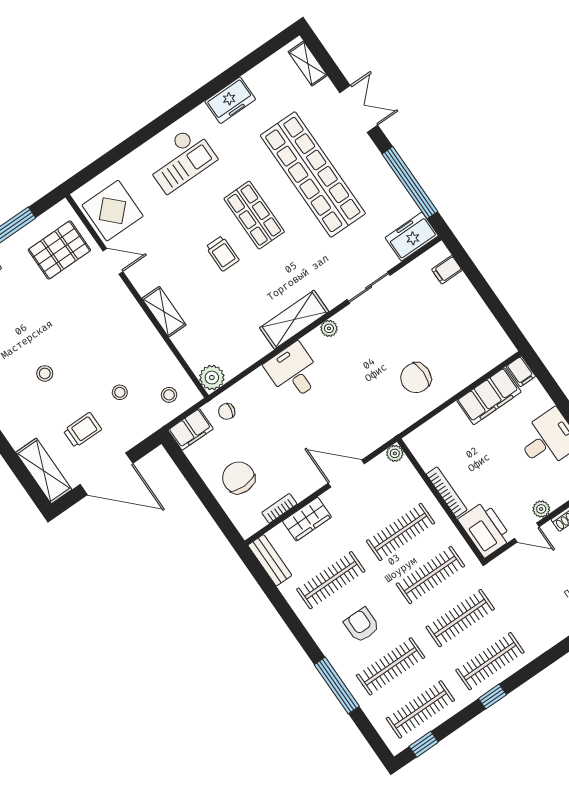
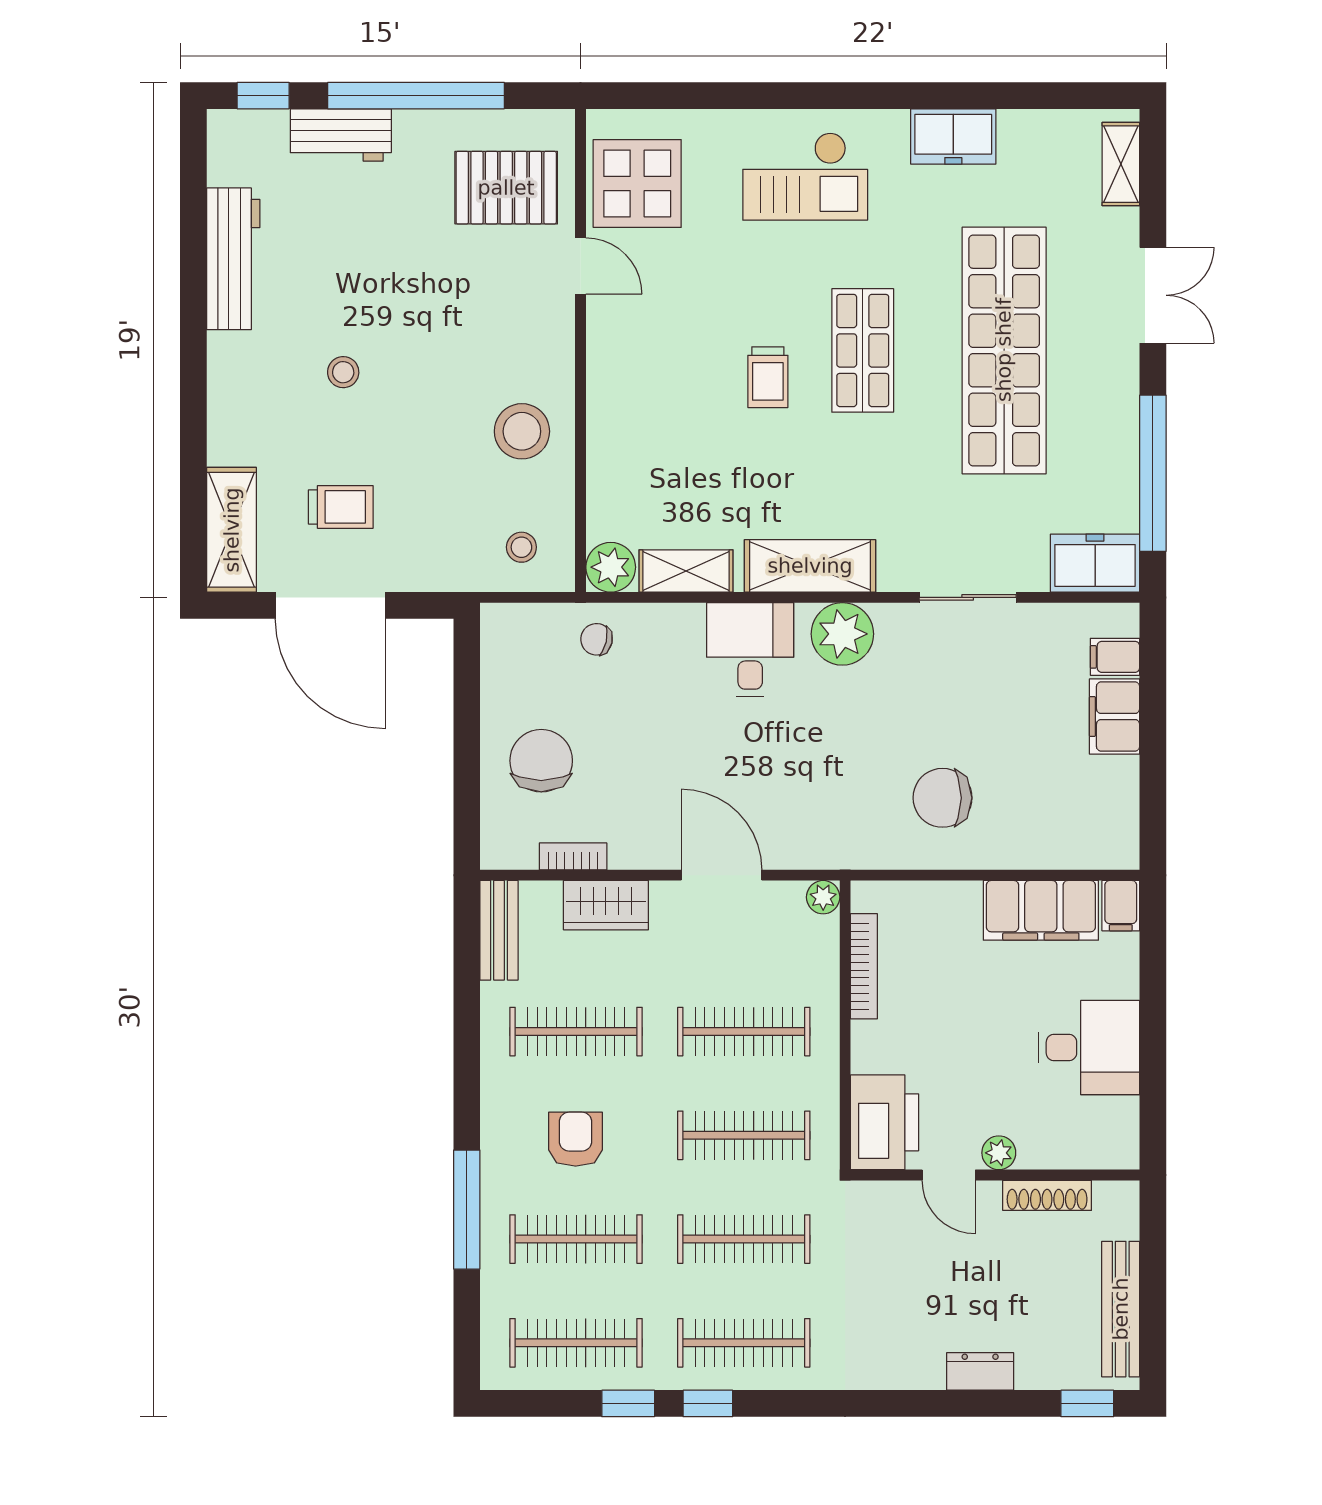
shelving: (164, 312) -> (686, 571), moved, turned 90
plant: (329, 328) -> (842, 634), width x1.88, depth x1.88
stool: (120, 392) -> (522, 431), moved, width x1.89, depth x1.89
filing cabinet: (191, 429) -> (1115, 716), moved, turned 90
bookcase: (447, 492) -> (864, 966), moved
window: (424, 744) -> (628, 1403), moved

